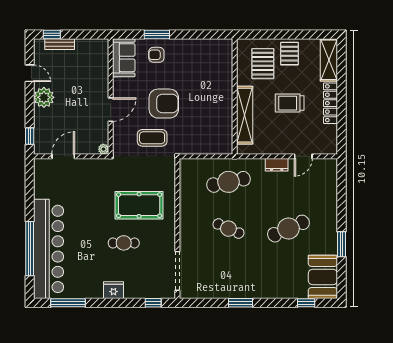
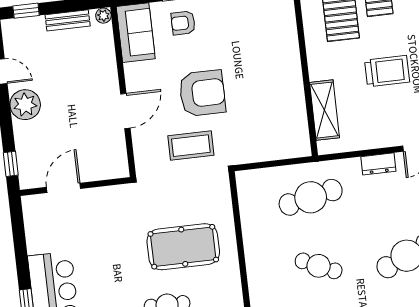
bench: (60, 44) -> (68, 20), moved
trolley: (290, 103) -> (387, 71), turned 180
shelving: (245, 115) -> (325, 110), width x0.68
plant: (103, 149) -> (103, 16), moved

